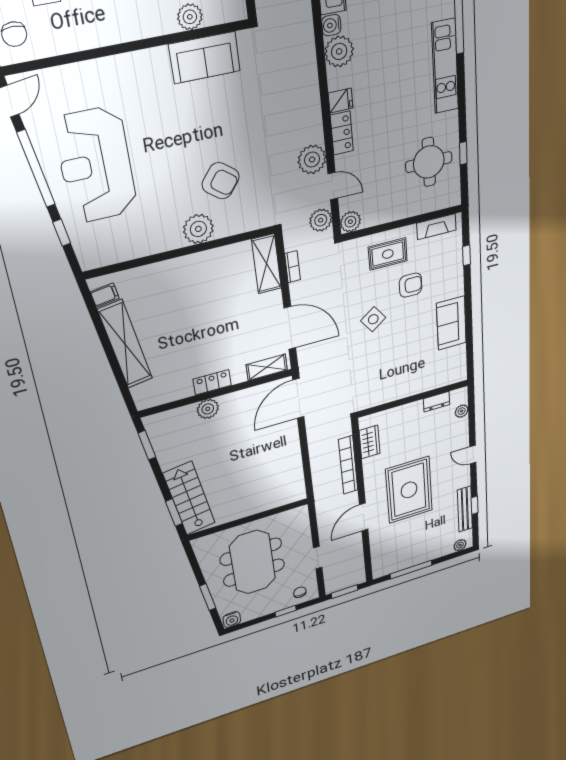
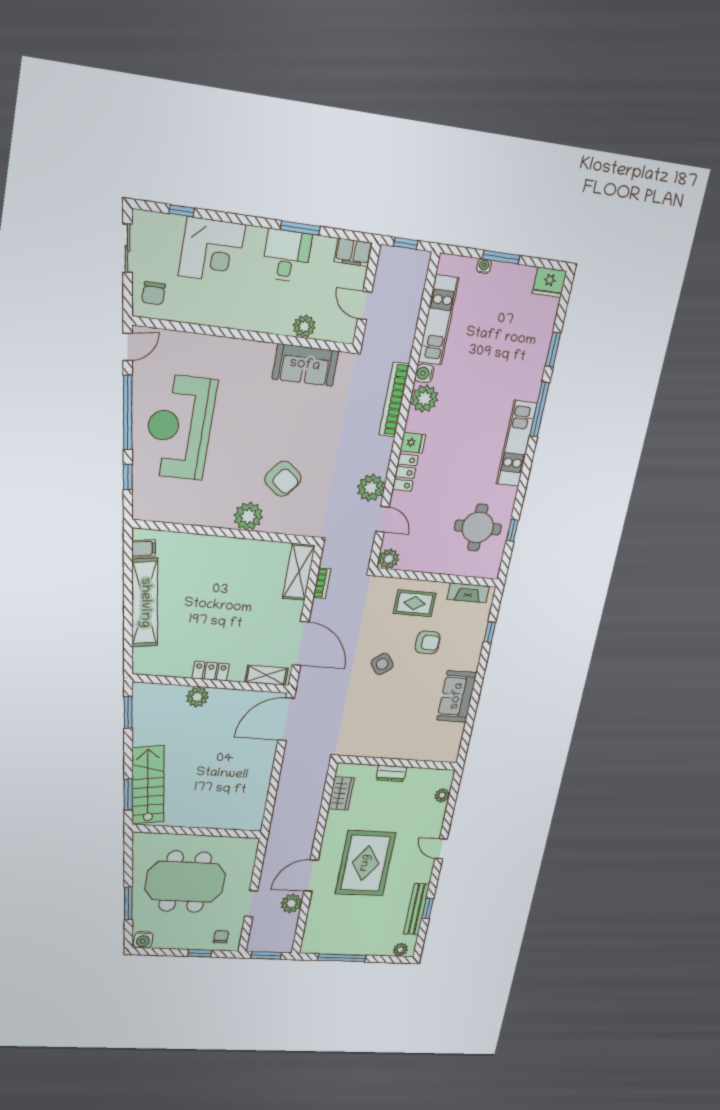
plant: (321, 220) -> (291, 903), moved
dresser: (437, 402) -> (391, 773), moved
bookcase: (348, 465) -> (394, 400), moved
meeting table: (252, 562) -> (185, 882), turned 90

